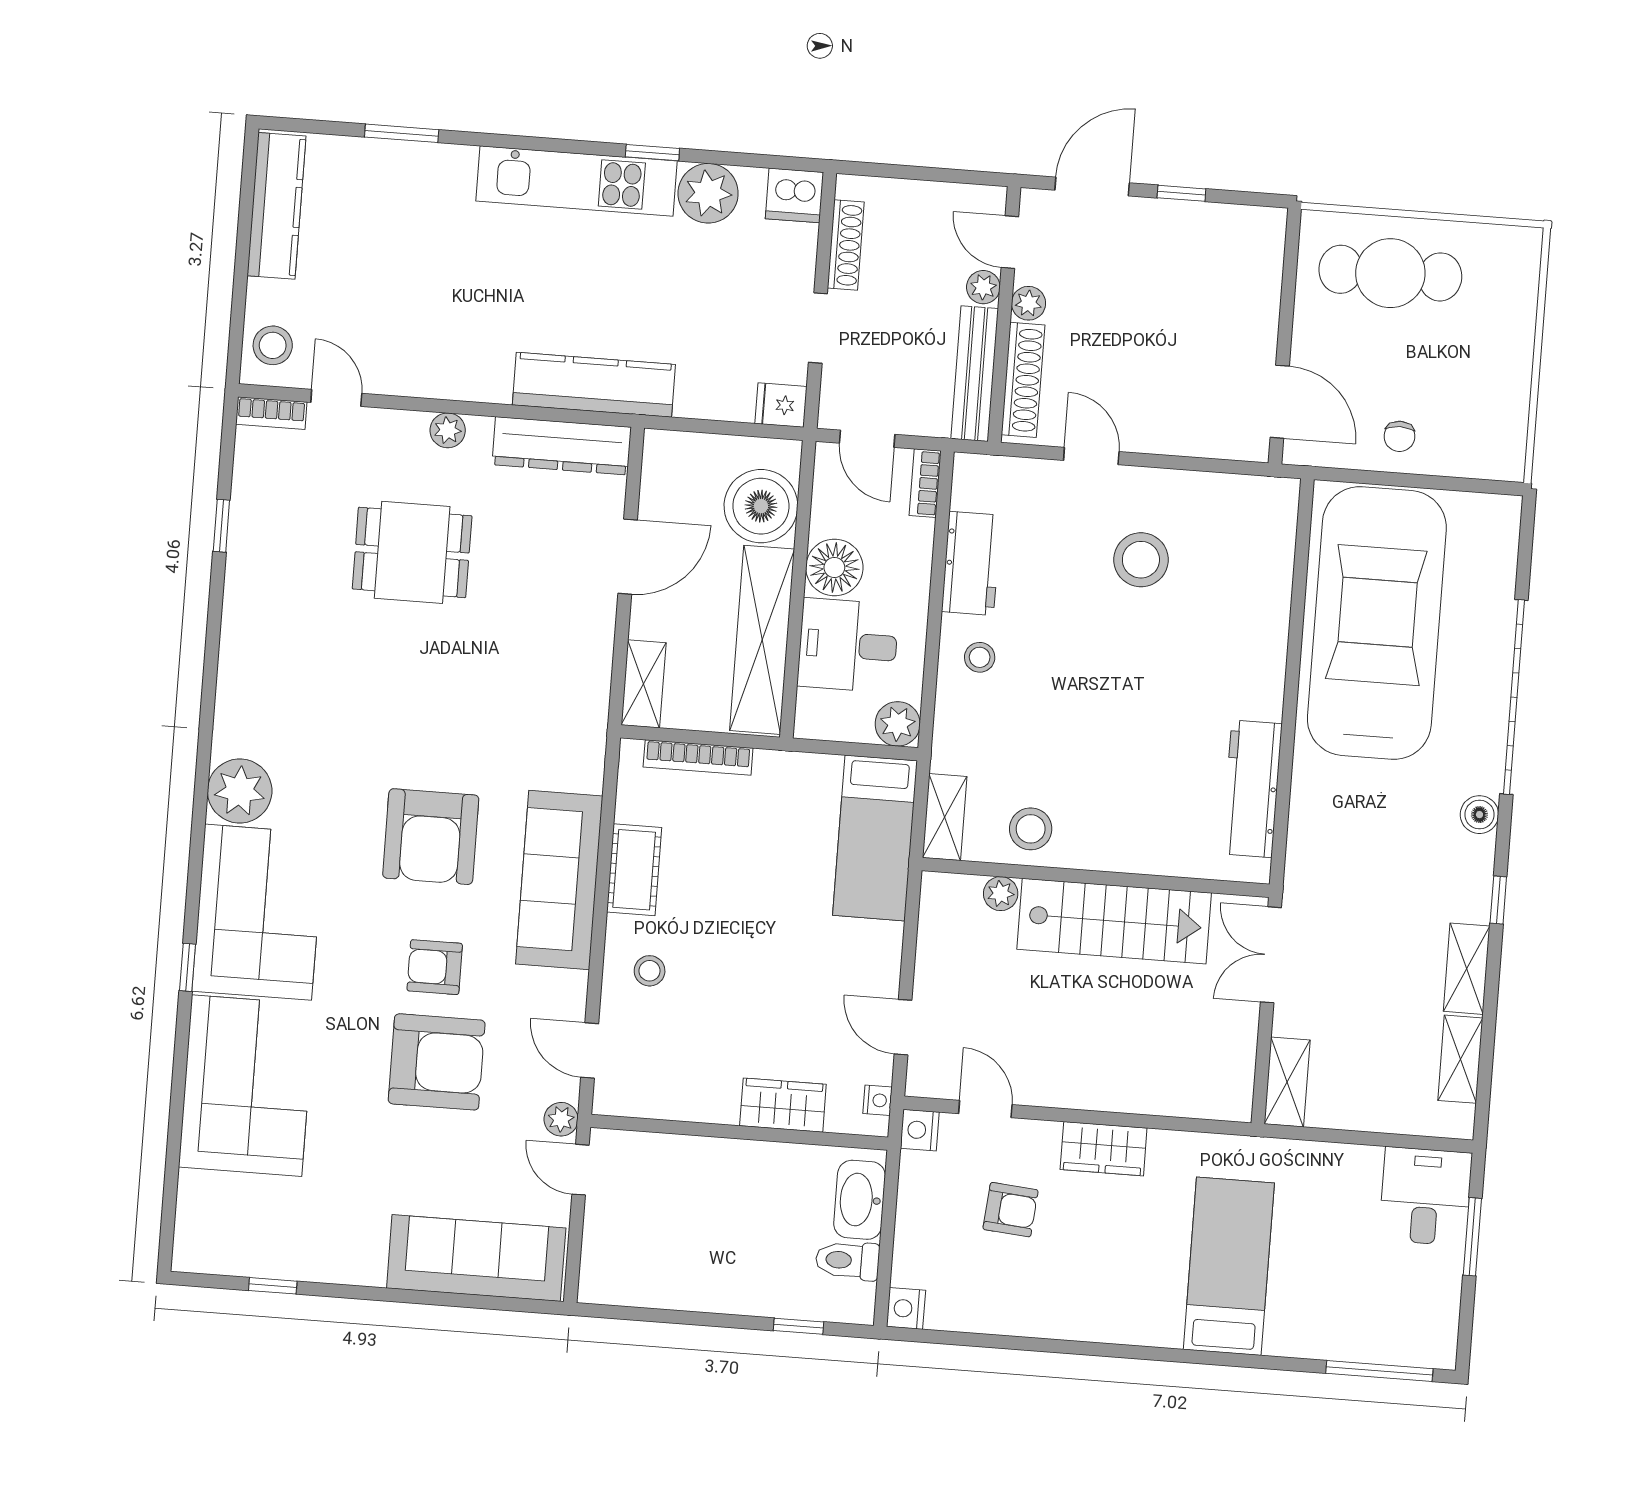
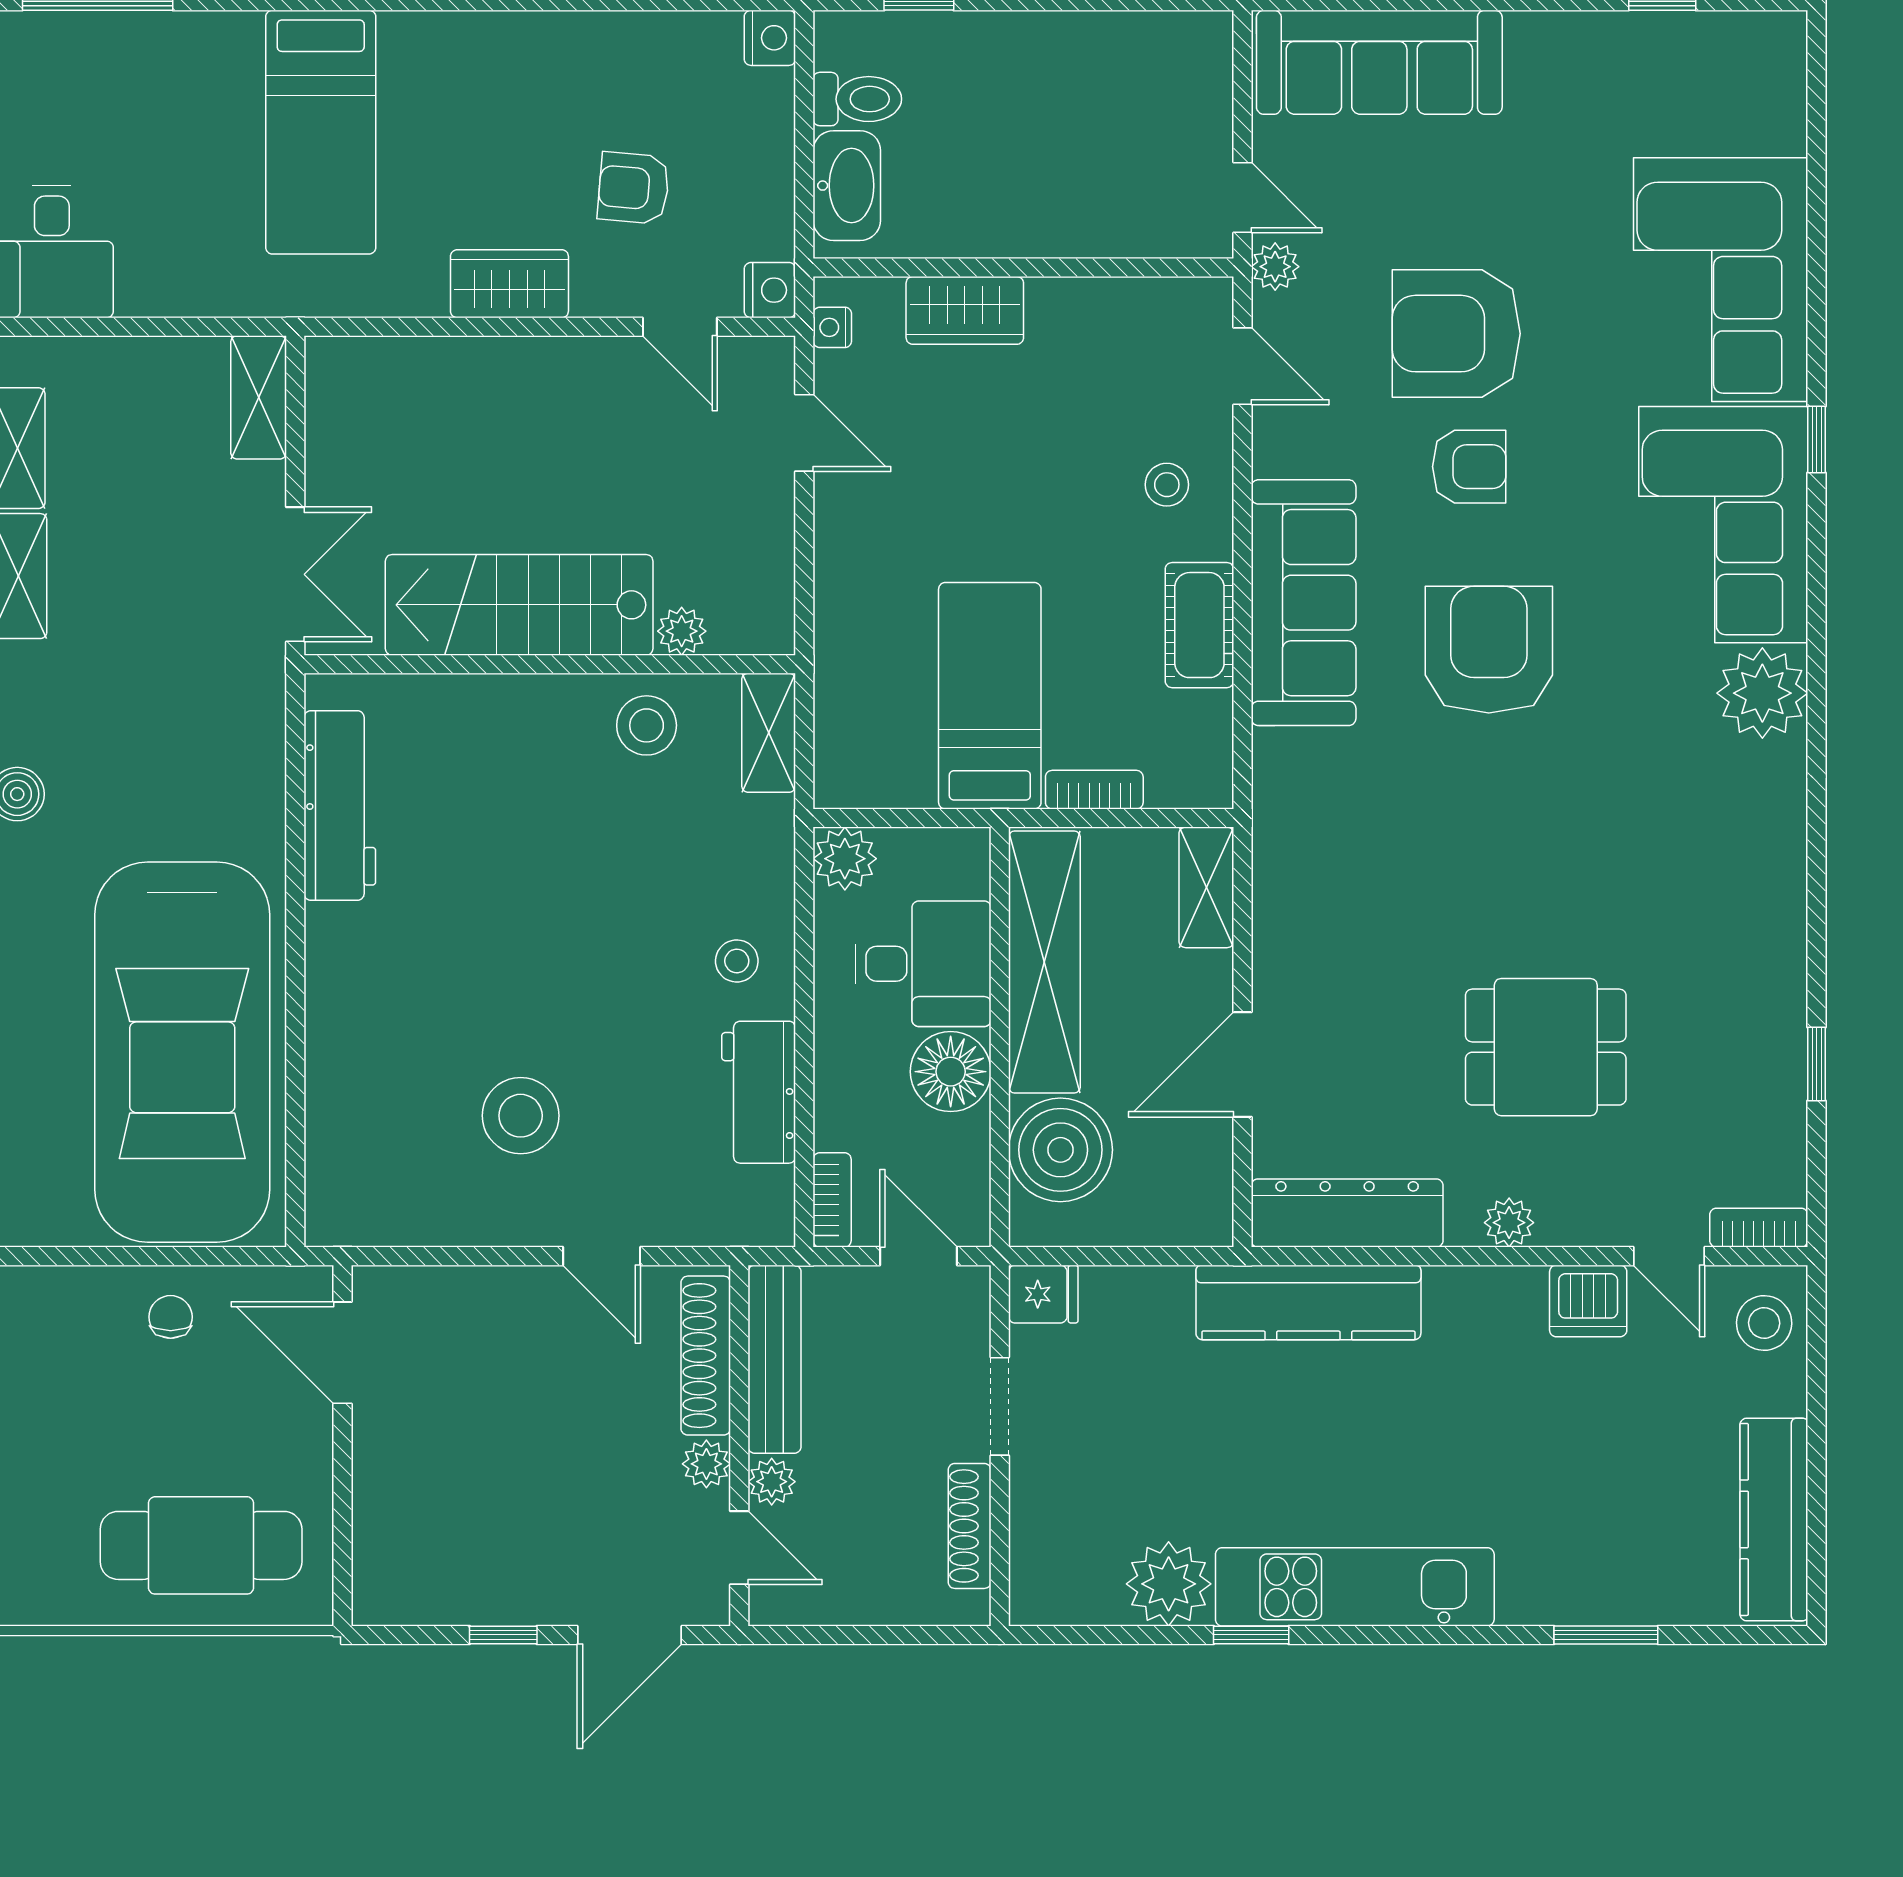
dishwasher: (794, 195) -> (1588, 1301), moved, turned 180
bookcase: (698, 758) -> (1094, 790), width x0.64
bed: (875, 838) -> (990, 696), moved

